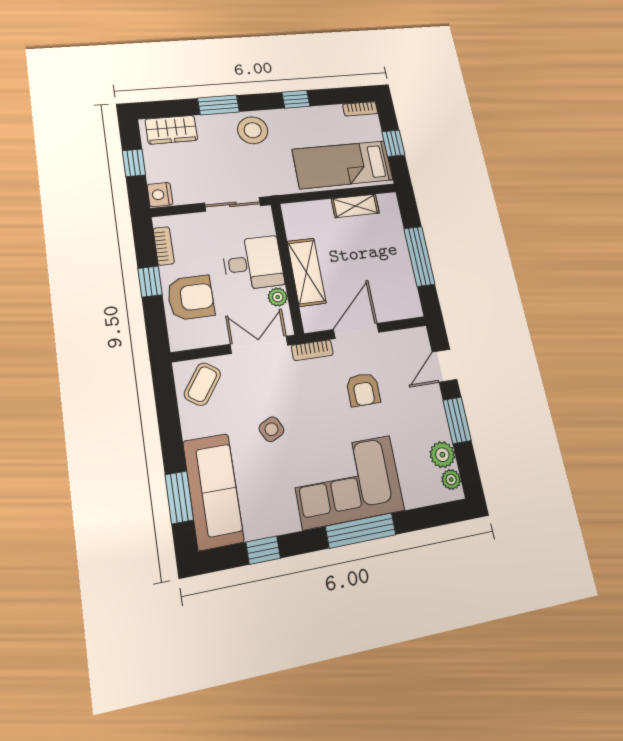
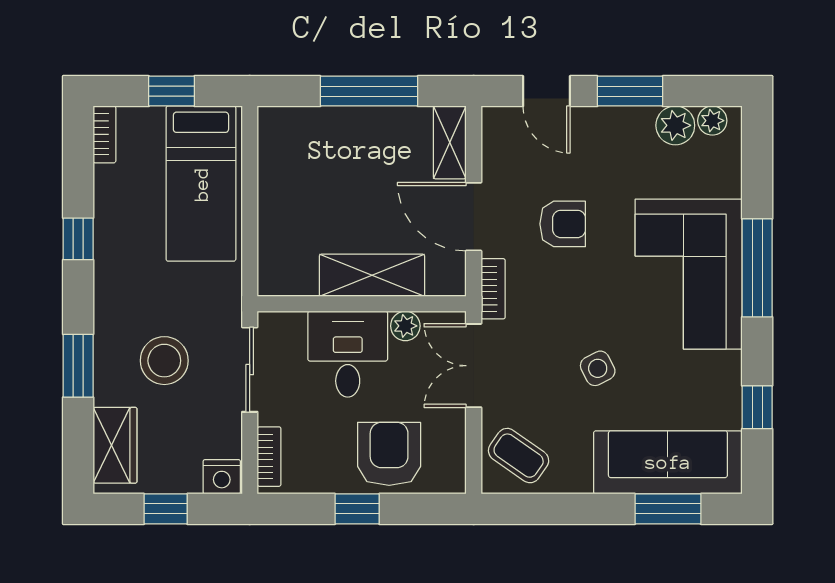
stool: (253, 130) -> (164, 361), moved
shelving: (355, 206) -> (450, 142), moved
bookcase: (164, 246) -> (269, 457), moved, turned 90

